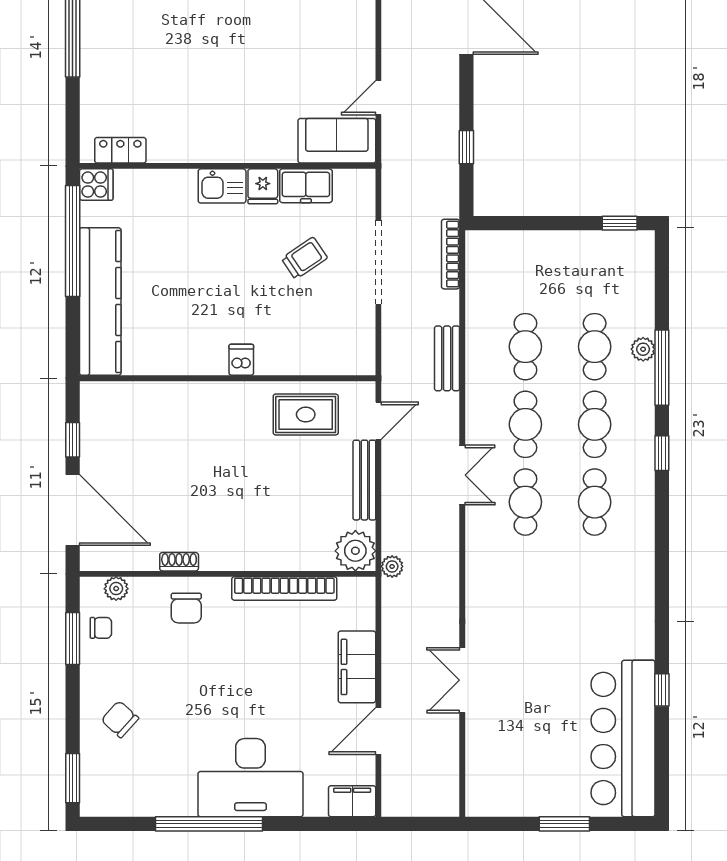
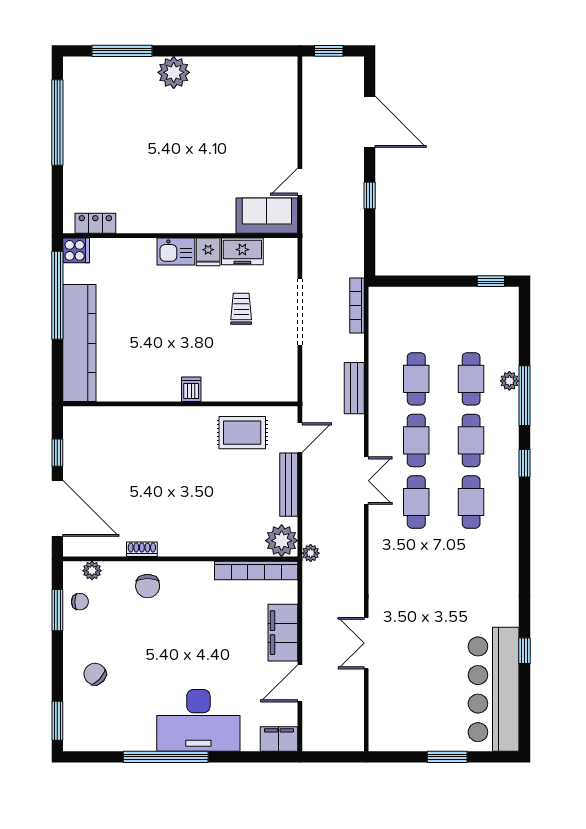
window: (466, 147) -> (370, 195), moved
trolley: (304, 258) -> (241, 309), turned -56
bookcase: (284, 588) -> (256, 570), moved

